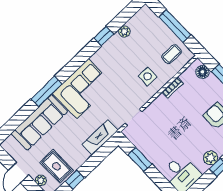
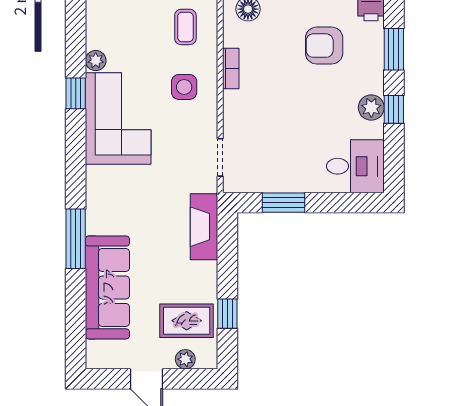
corner sofa: (83, 89) -> (118, 119), moved

